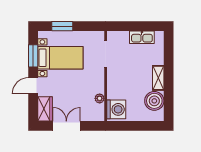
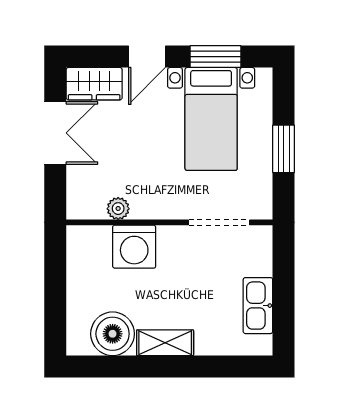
window: (62, 26) -> (284, 149), moved
door: (33, 86) -> (147, 57), swing flipped
washing machine: (116, 109) -> (134, 247), moved

